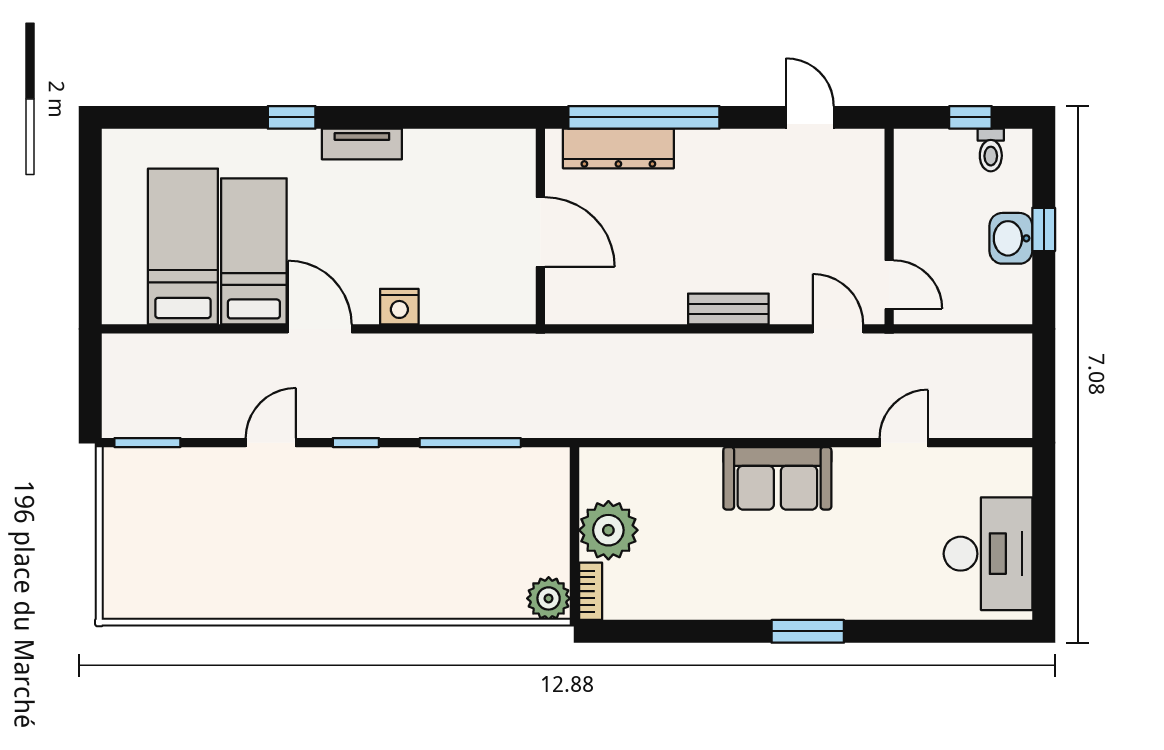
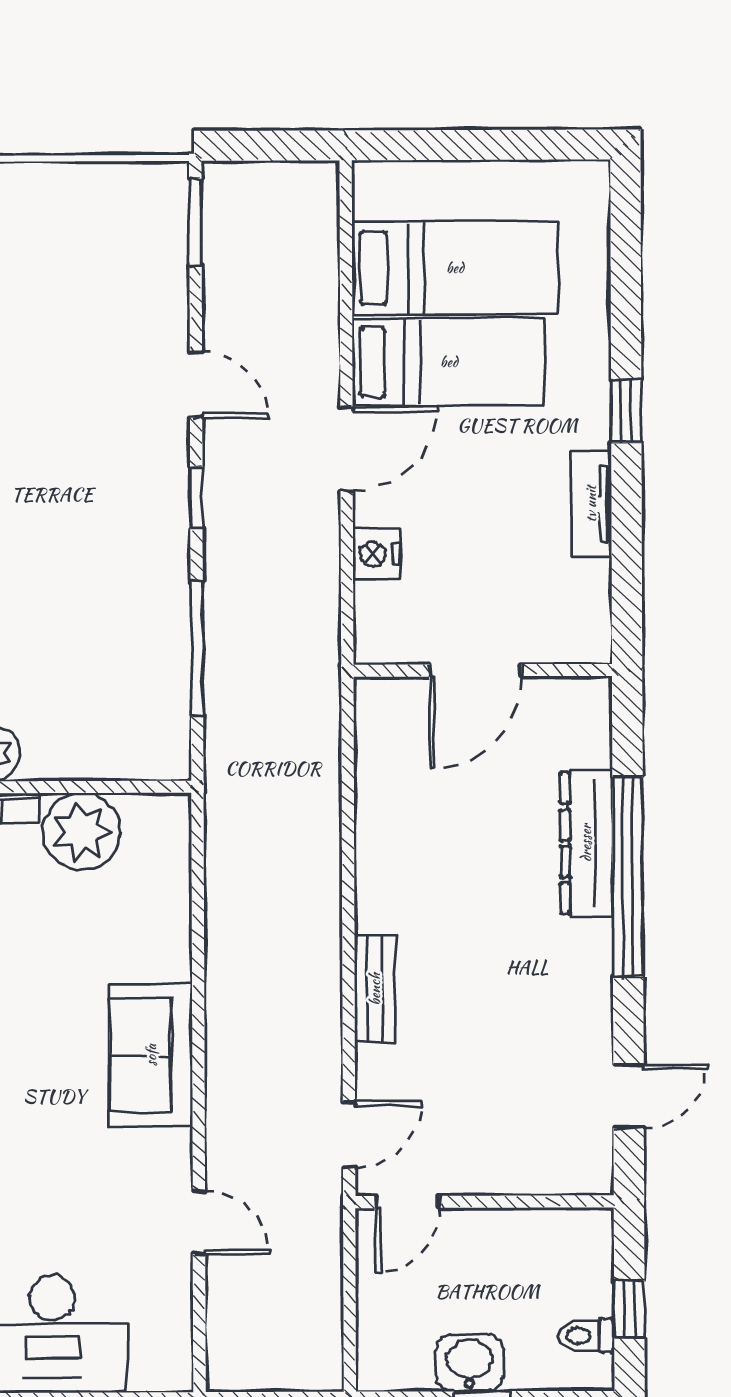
wall: (540, 227) -> (483, 670), moved
door: (540, 232) -> (475, 670), moved

